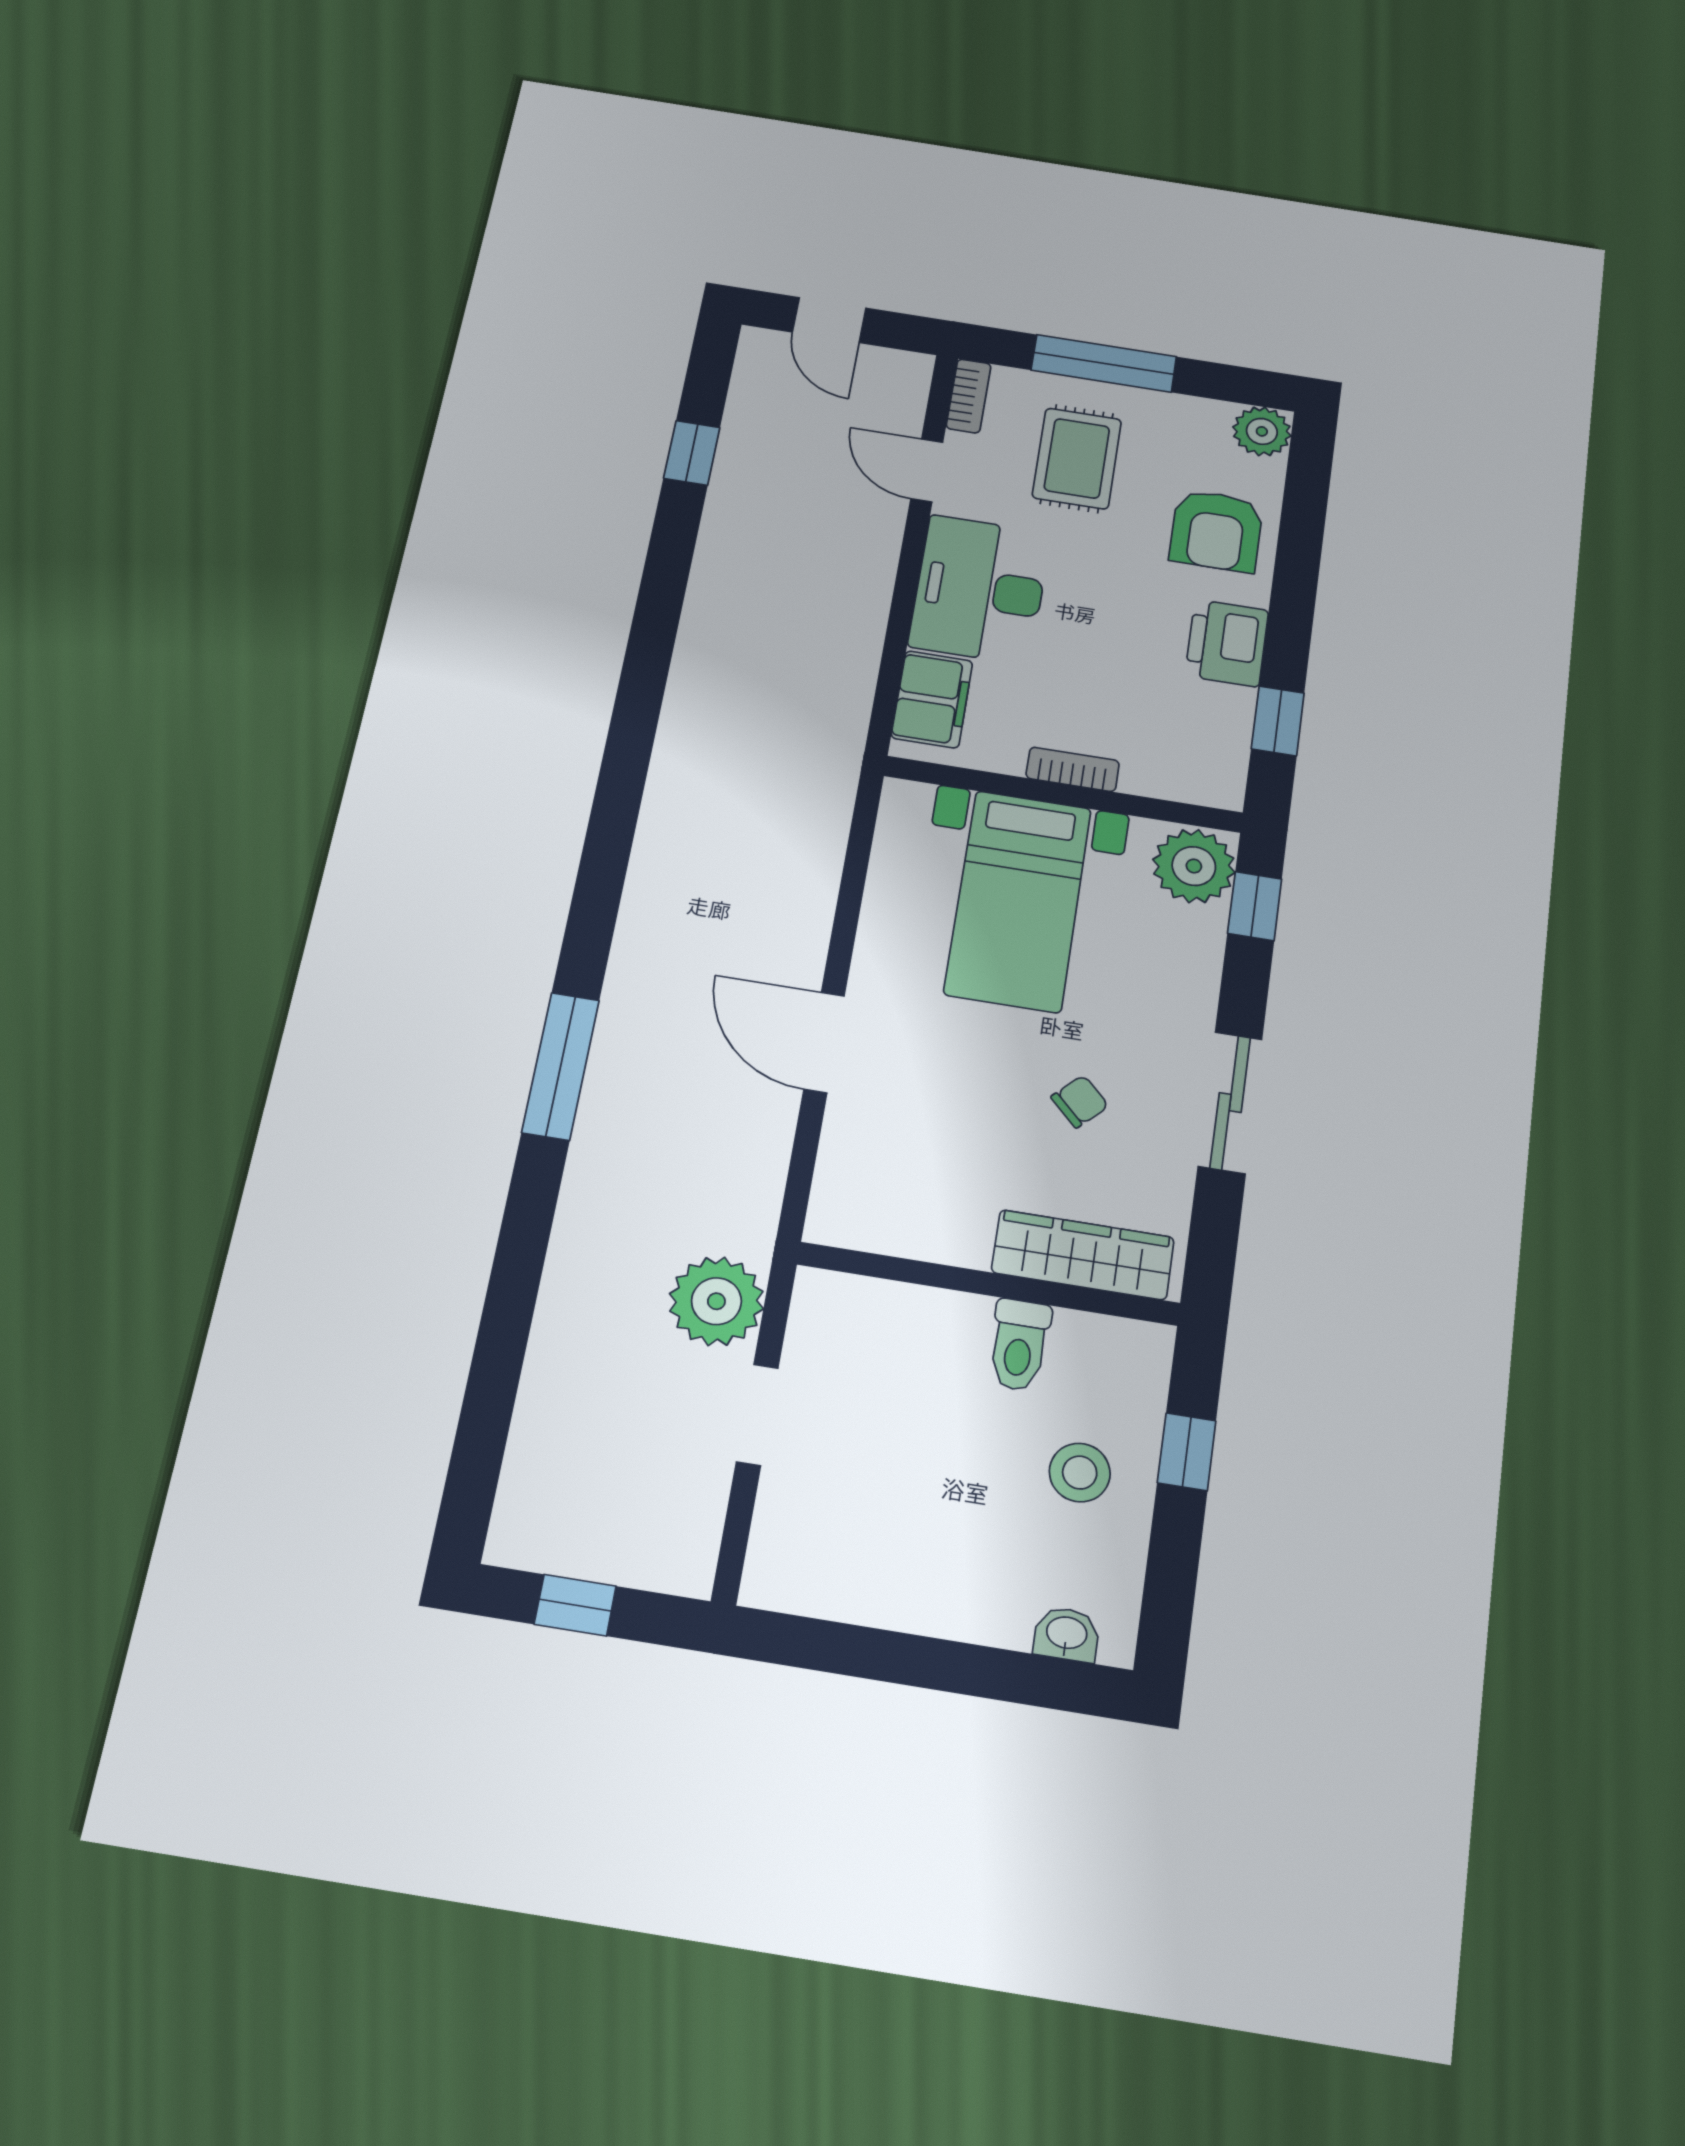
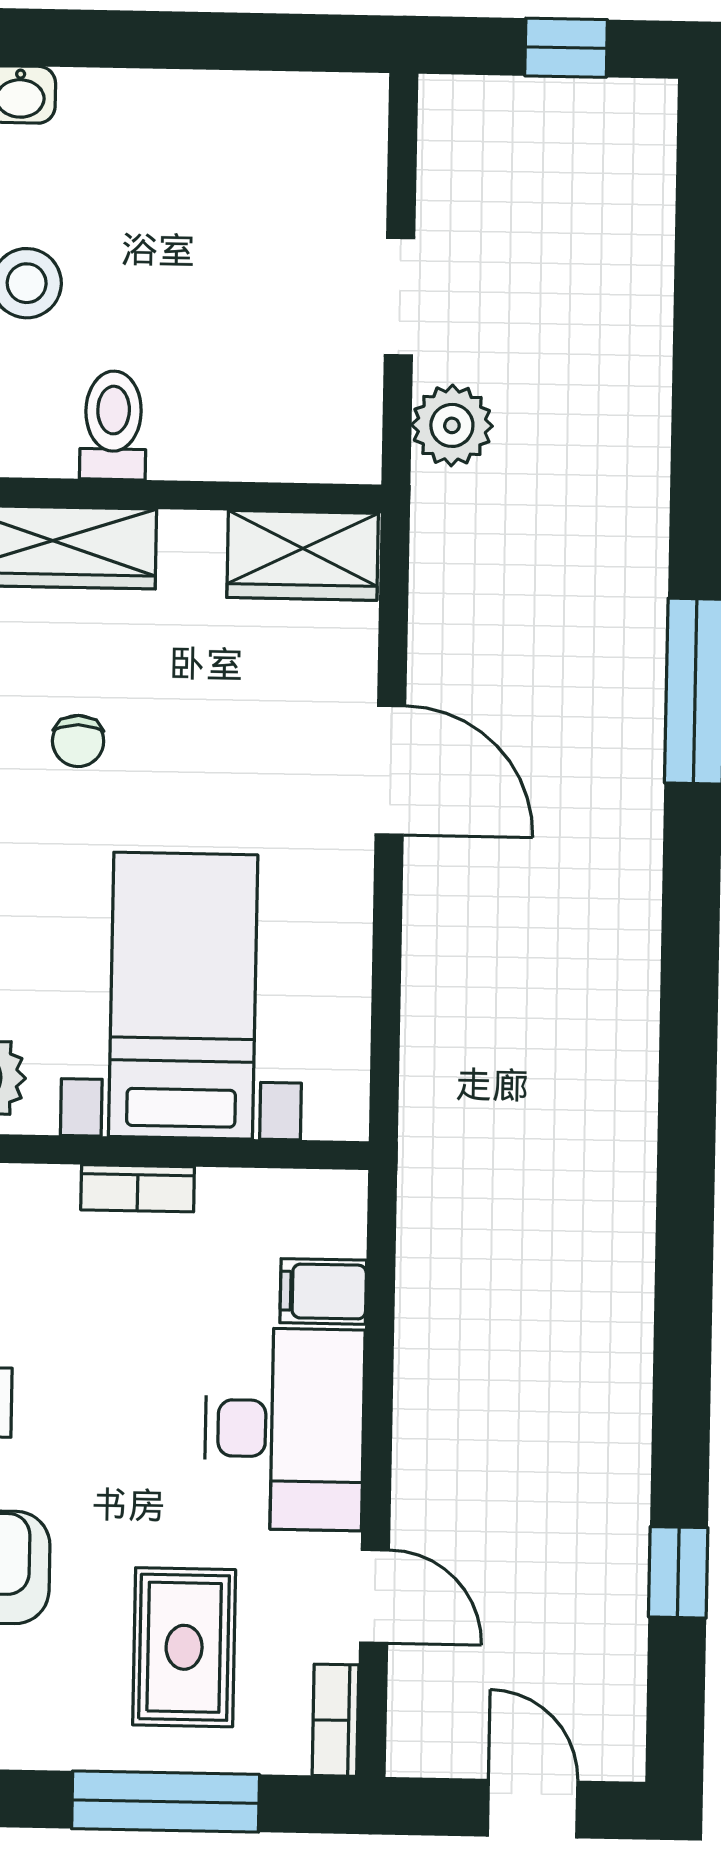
filing cabinet: (932, 699) -> (323, 1291), width x0.50
chair: (1080, 1101) -> (78, 741), turned -45
wardrobe: (872, 1218) -> (303, 555), added
plant: (716, 1301) -> (452, 425), width x0.73, depth x0.73

